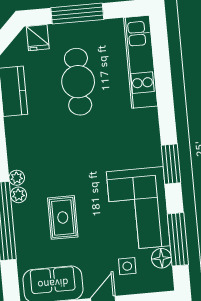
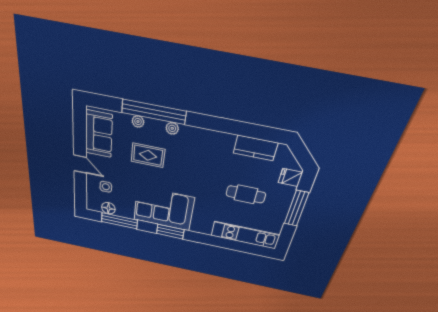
cafe table: (78, 82) -> (246, 194), width x0.73, depth x0.74
plant: (17, 178) -> (138, 121), moved
corner sofa: (138, 209) -> (164, 209), moved

